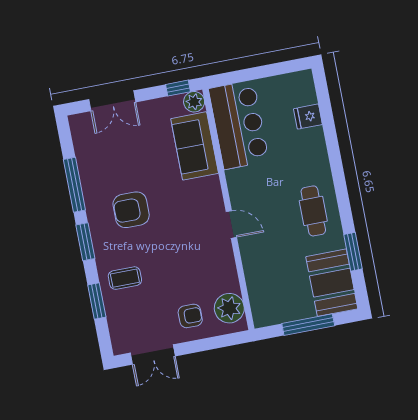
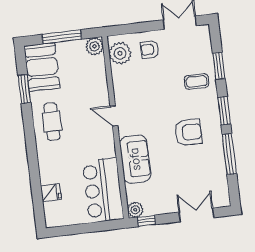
sofa: (195, 146) -> (135, 159), moved
plant: (264, 315) -> (94, 46), added

